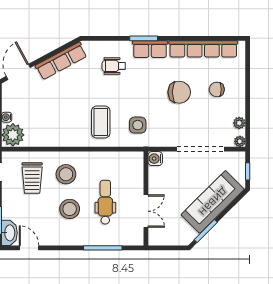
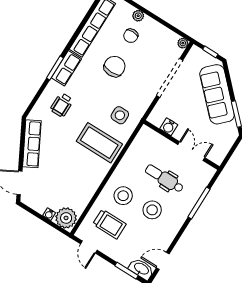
coffee table: (101, 122) -> (99, 143), width x1.36, depth x1.32
plant: (239, 123) -> (138, 16), moved
water cooler: (155, 159) -> (169, 127), moved

